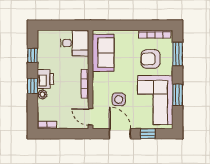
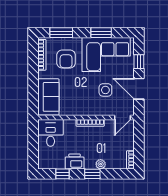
sofa: (103, 53) -> (48, 97), moved, turned 90
printer: (45, 79) -> (75, 161), moved
door: (120, 134) -> (139, 89), hinge flipped

